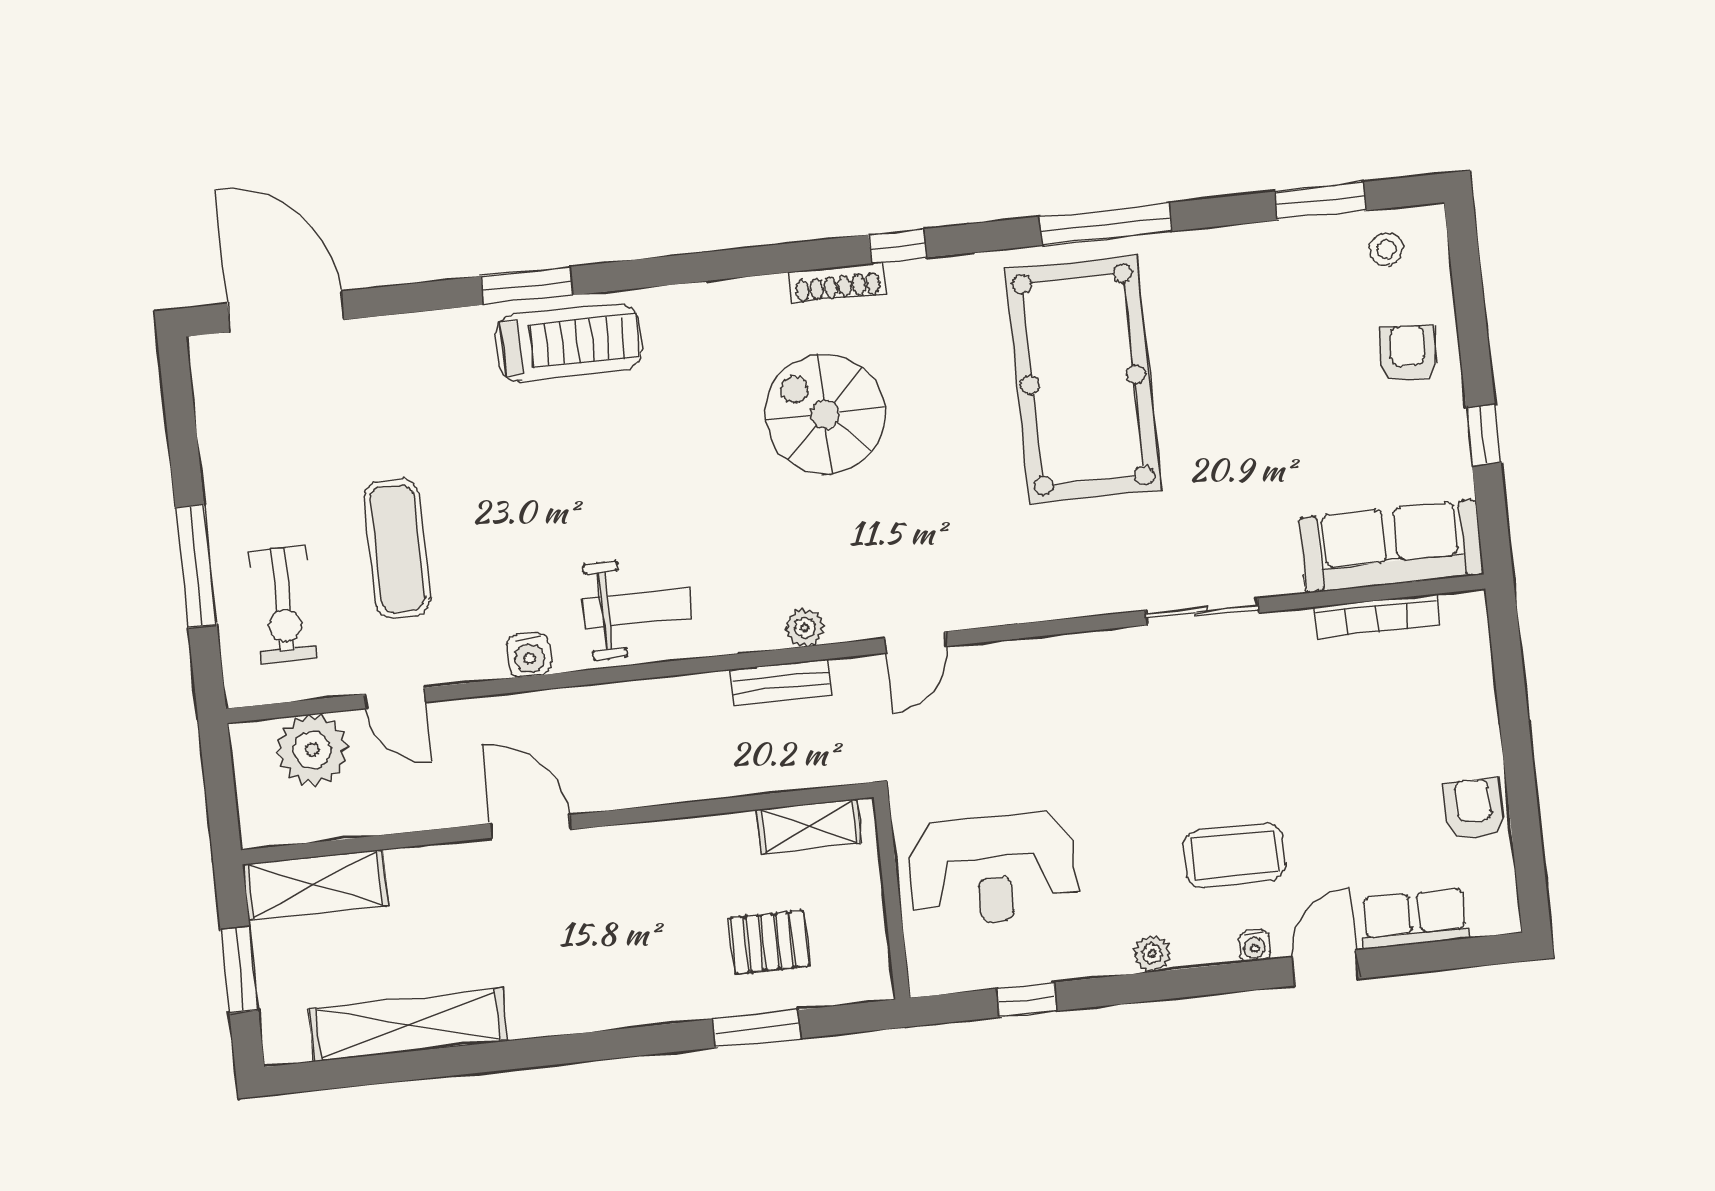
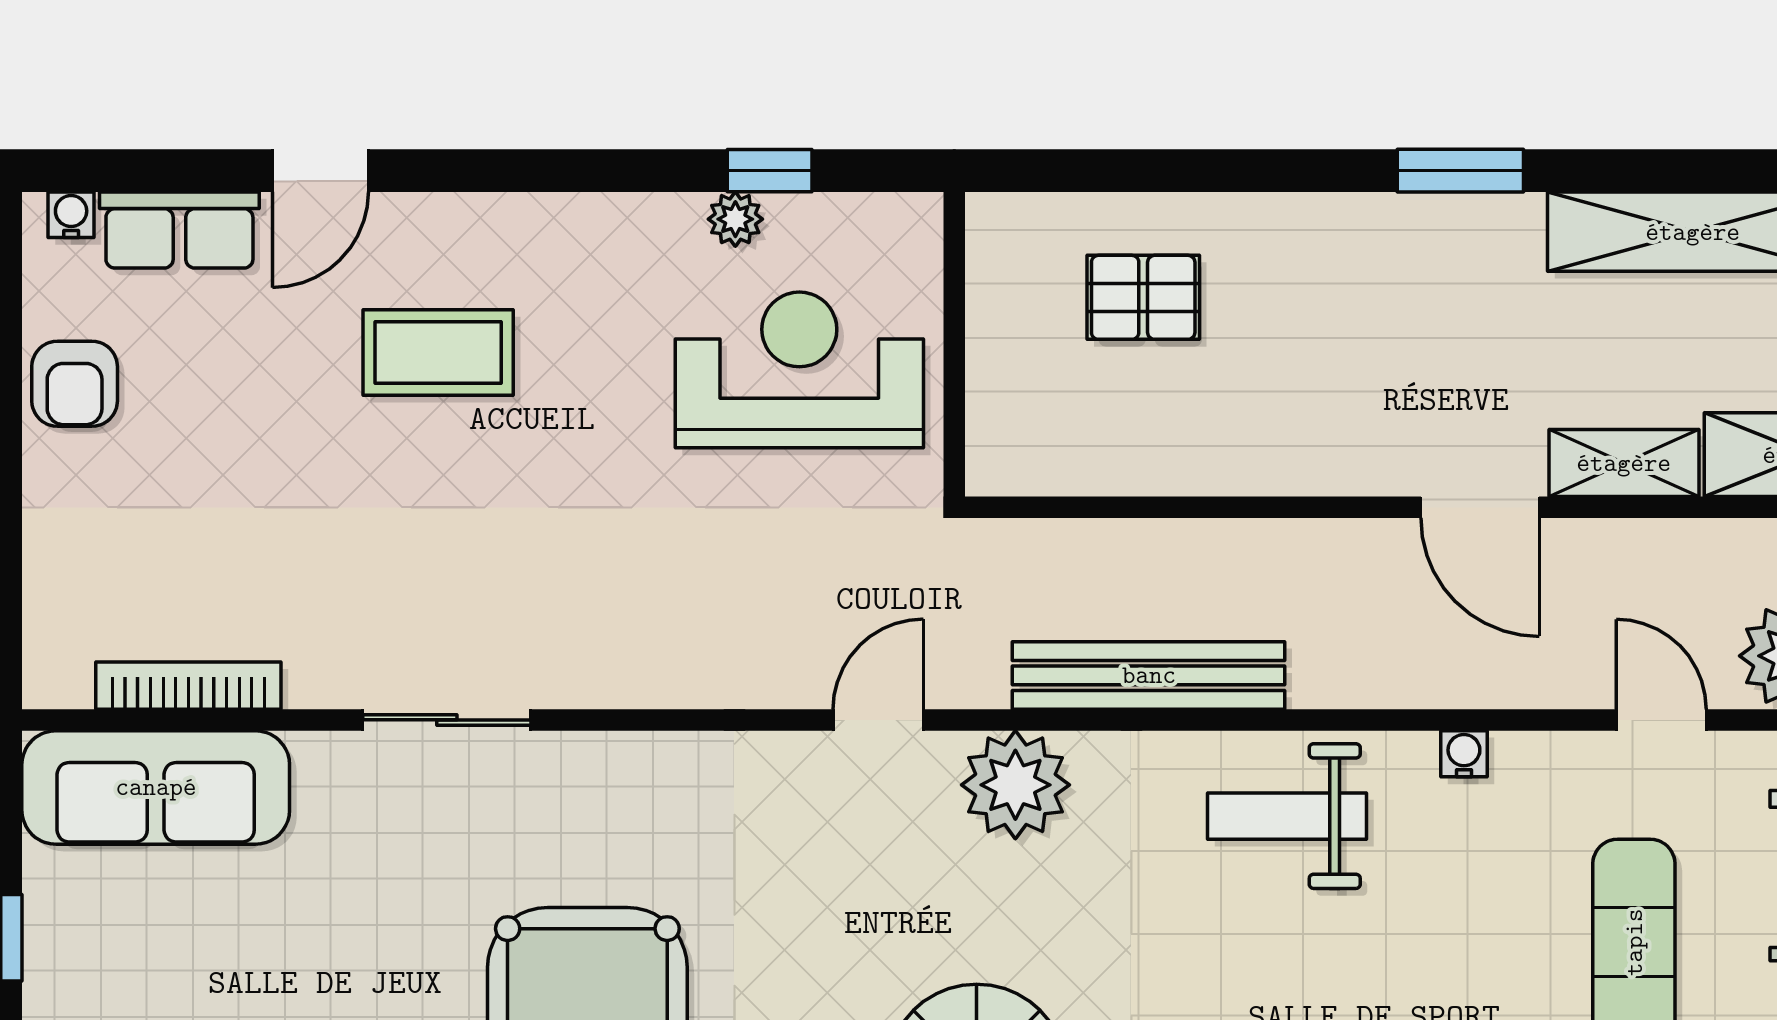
plant: (805, 628) -> (1015, 785), width x1.87, depth x1.87
water cooler: (529, 655) -> (1464, 754), width x0.72, depth x0.72
bench: (781, 683) -> (1149, 675), width x1.86, depth x1.21
shelving: (809, 826) -> (1624, 463), moved
water cooler: (1254, 946) -> (71, 215), moved
plant: (1152, 954) -> (735, 219), moved
window: (757, 1029) -> (1460, 171), moved

